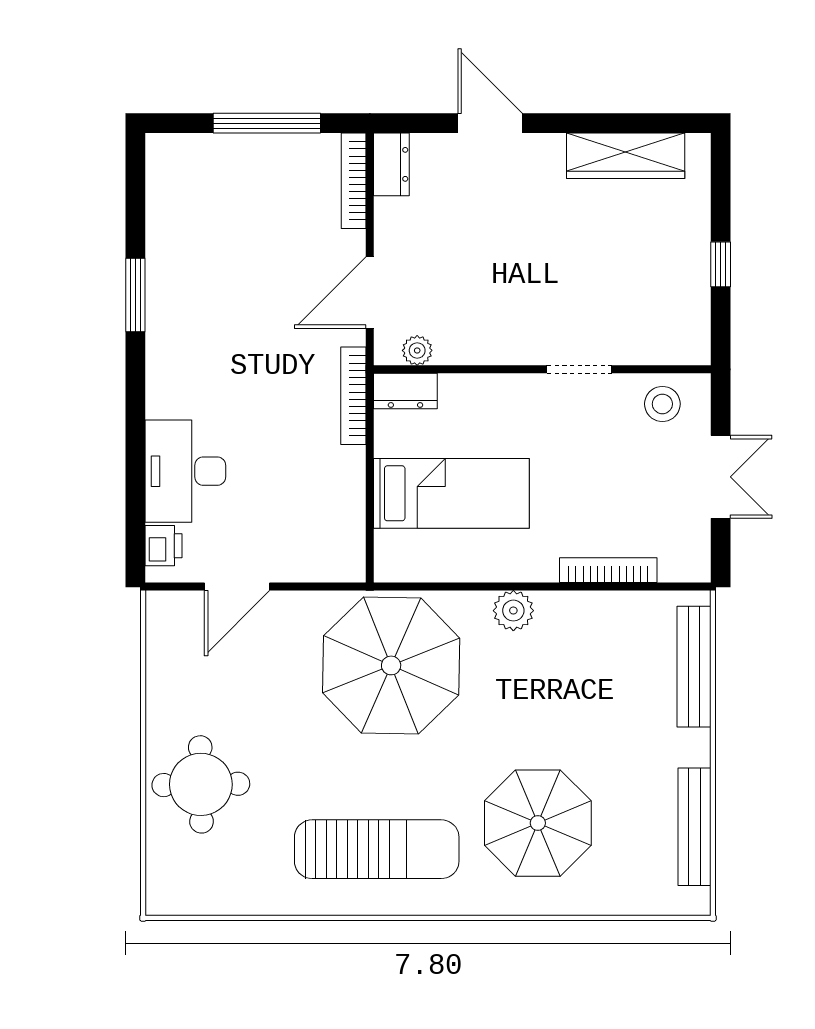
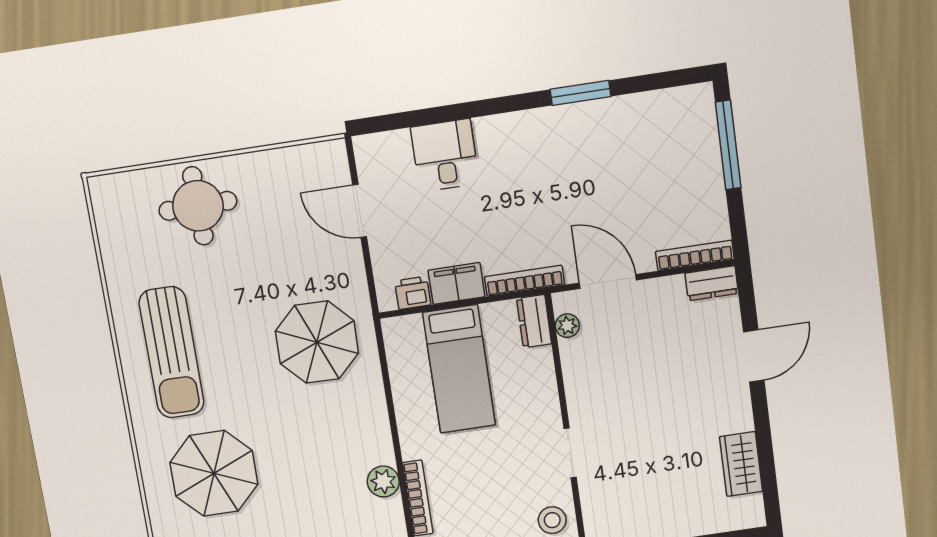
window: (267, 123) -> (728, 145), moved
wardrobe: (626, 156) -> (741, 464), width x0.67
desk: (185, 471) -> (445, 155), width x0.73
filing cabinet: (344, 480) -> (456, 283), added
printer: (163, 546) -> (413, 293), moved, turned 180
plant: (513, 611) -> (383, 481), moved
parasol: (391, 665) -> (317, 342), width x0.73, depth x0.73

